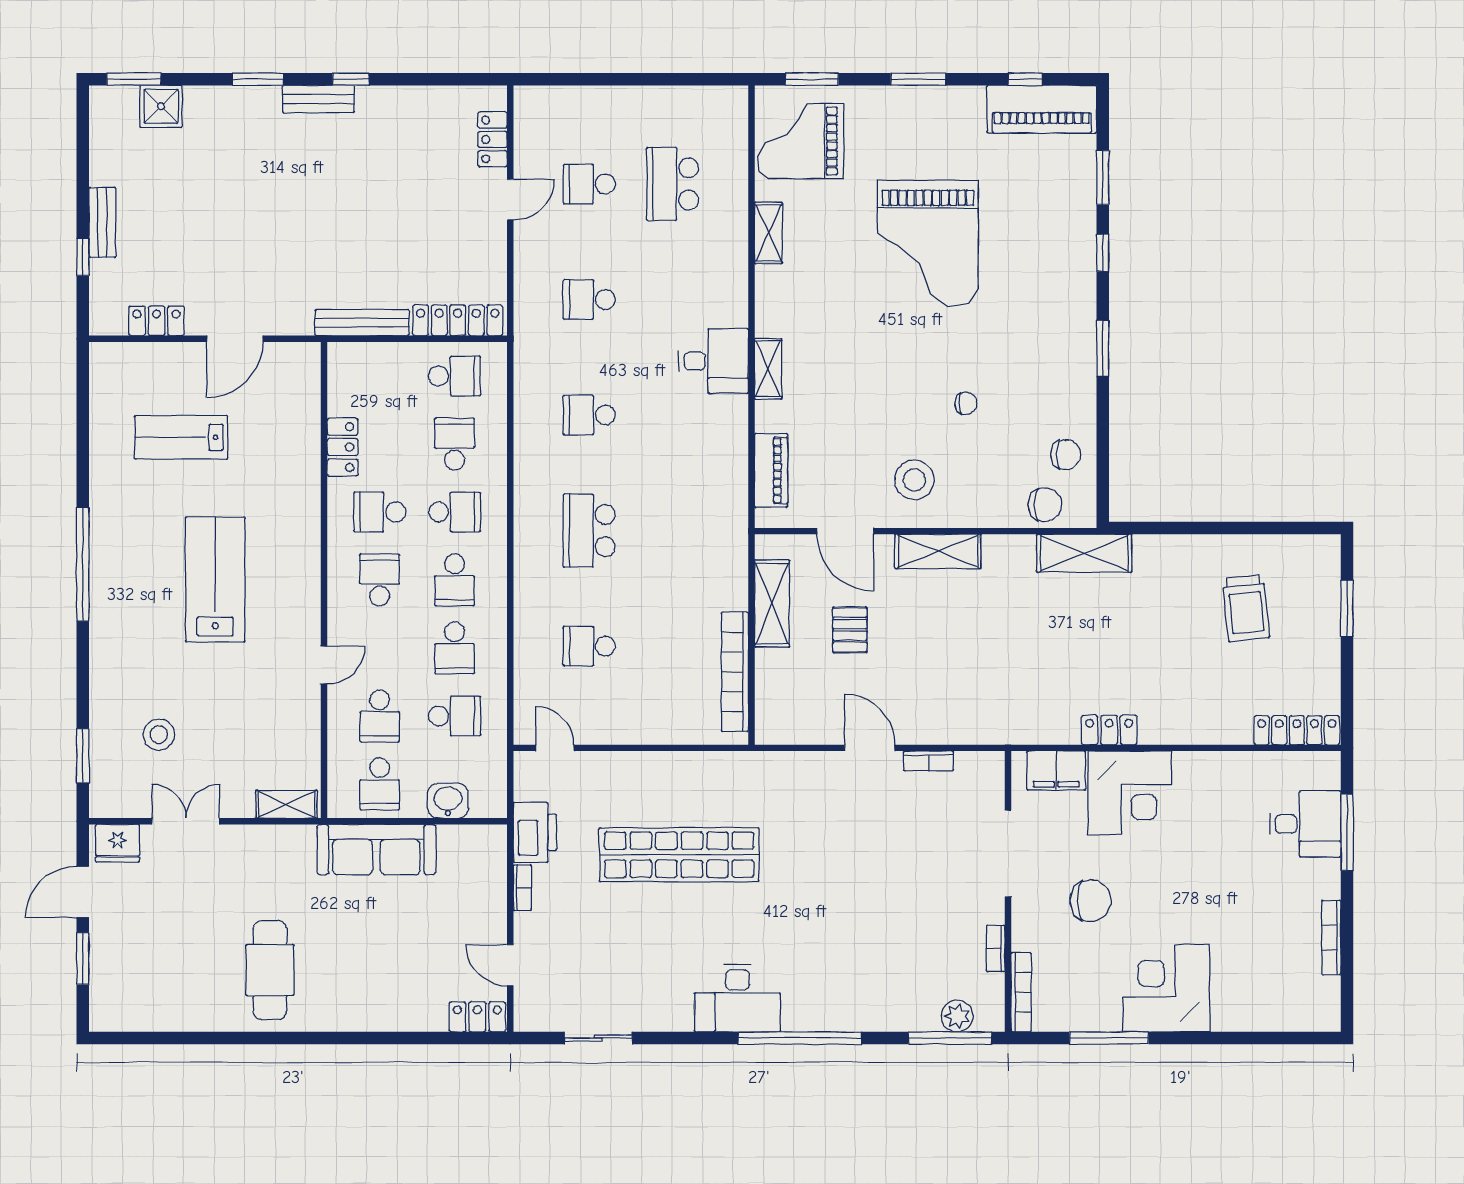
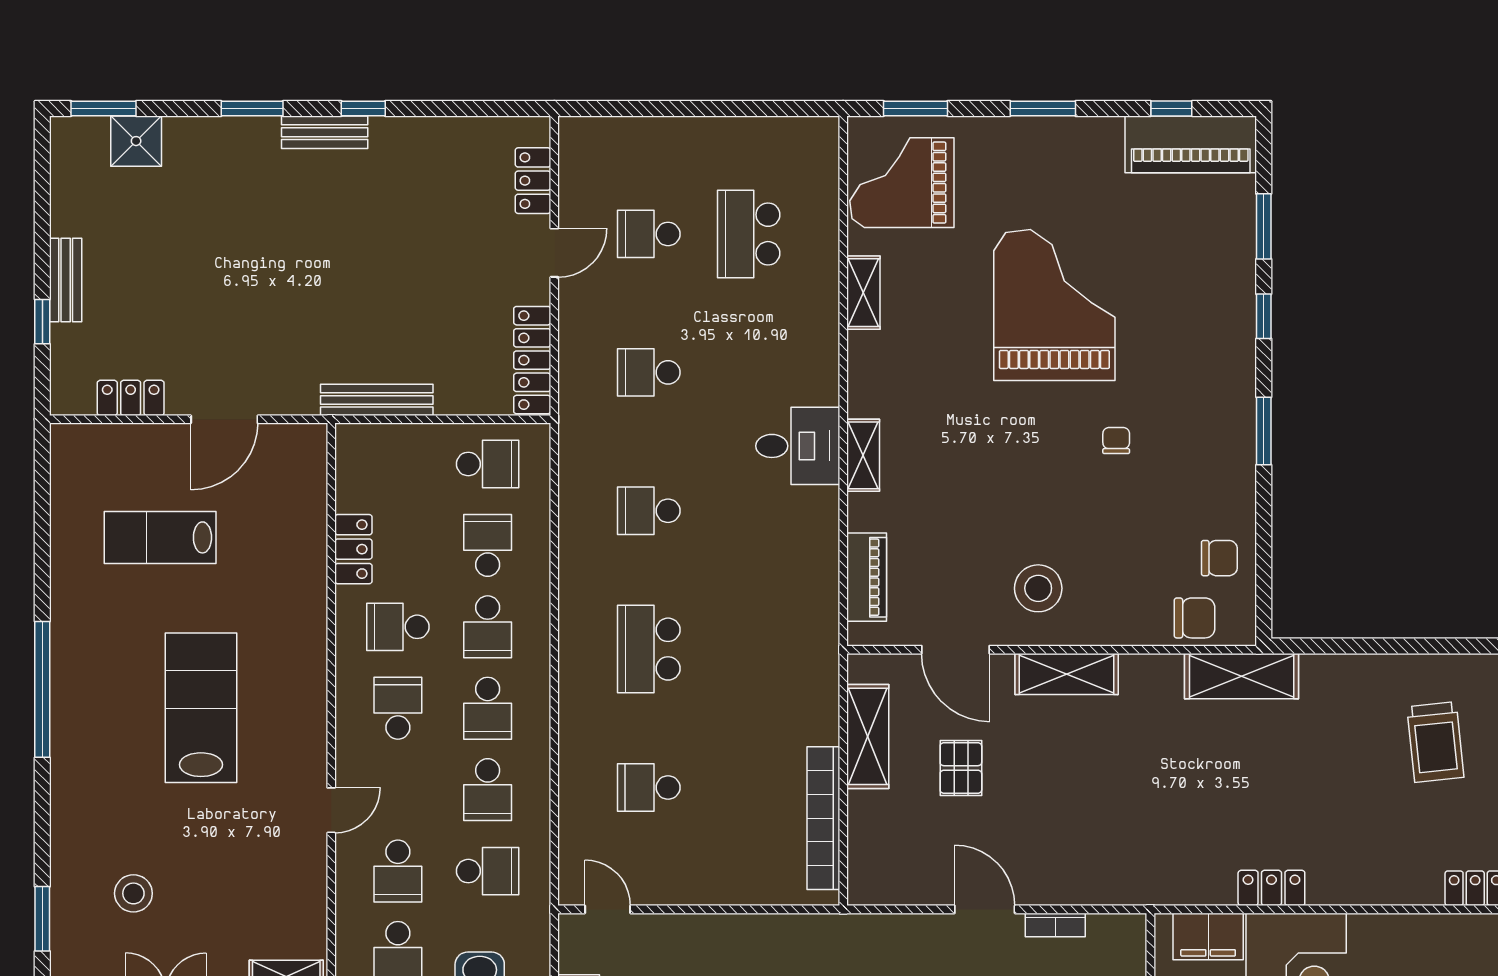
grand piano: (928, 243) -> (1054, 305), turned 180
locker: (458, 320) -> (532, 360), moved, turned -90
chair: (966, 403) -> (1116, 441), moved, turned -90
school desk: (455, 512) -> (488, 627), turned 90

